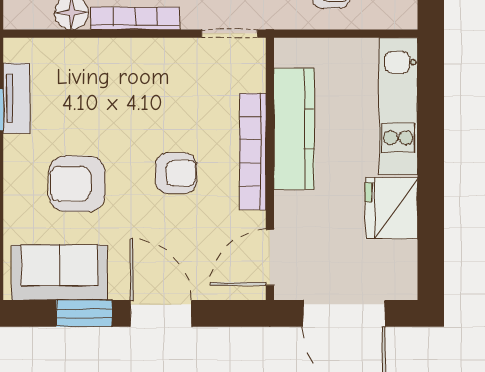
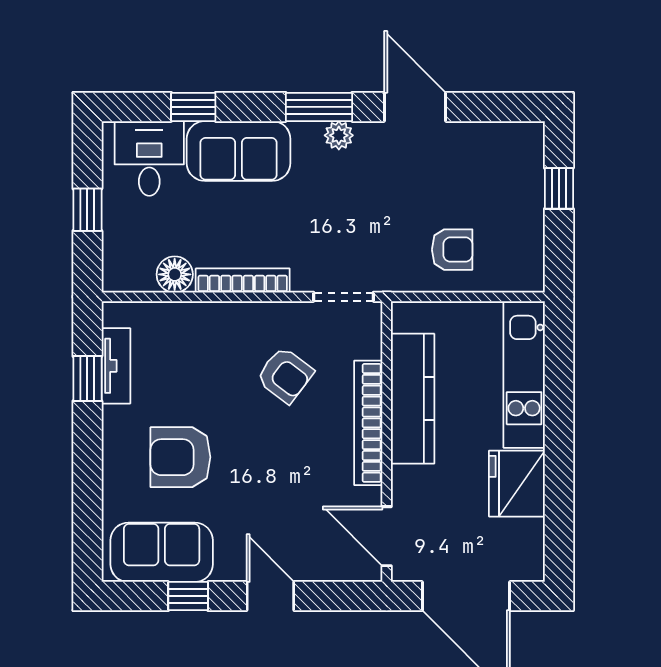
armchair: (176, 173) -> (285, 375), moved, turned 37
door: (270, 258) -> (387, 536), hinge flipped
window: (84, 313) -> (188, 596), width x0.67
door: (161, 313) -> (270, 596), width x0.73

